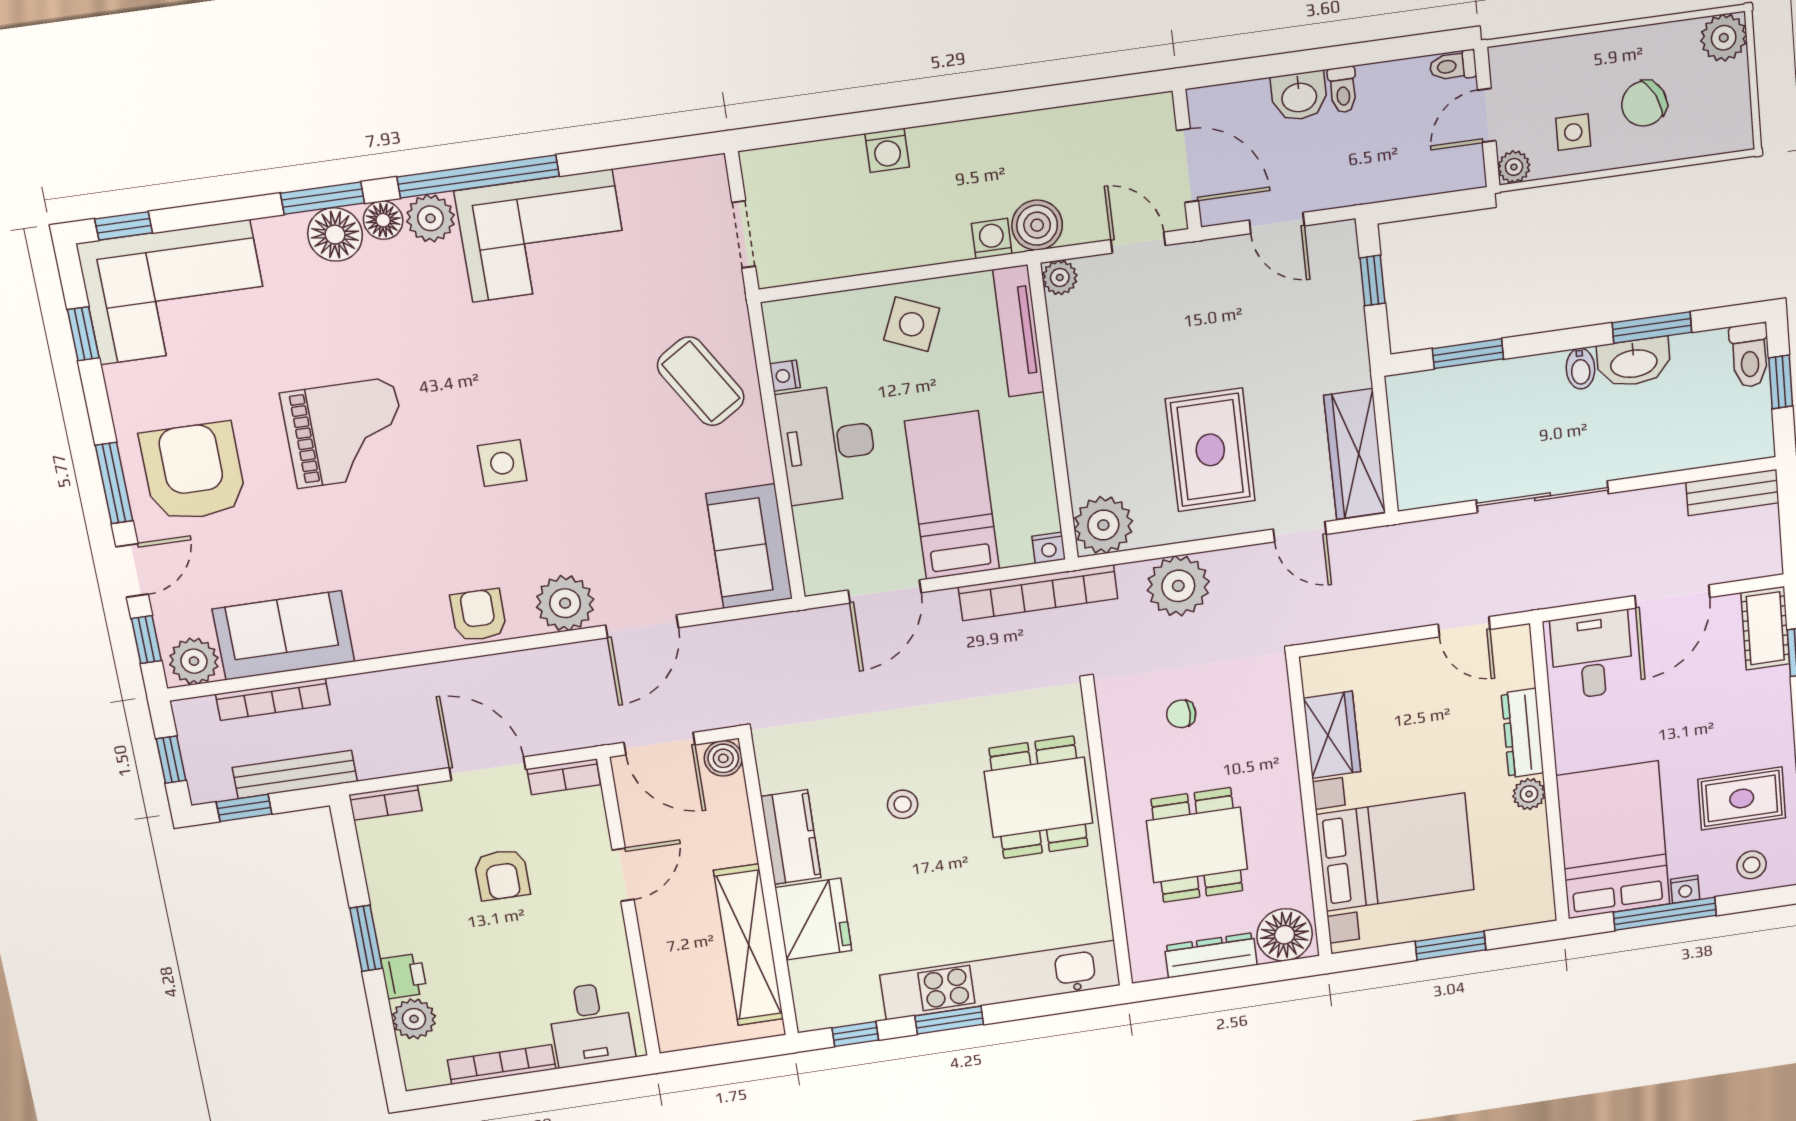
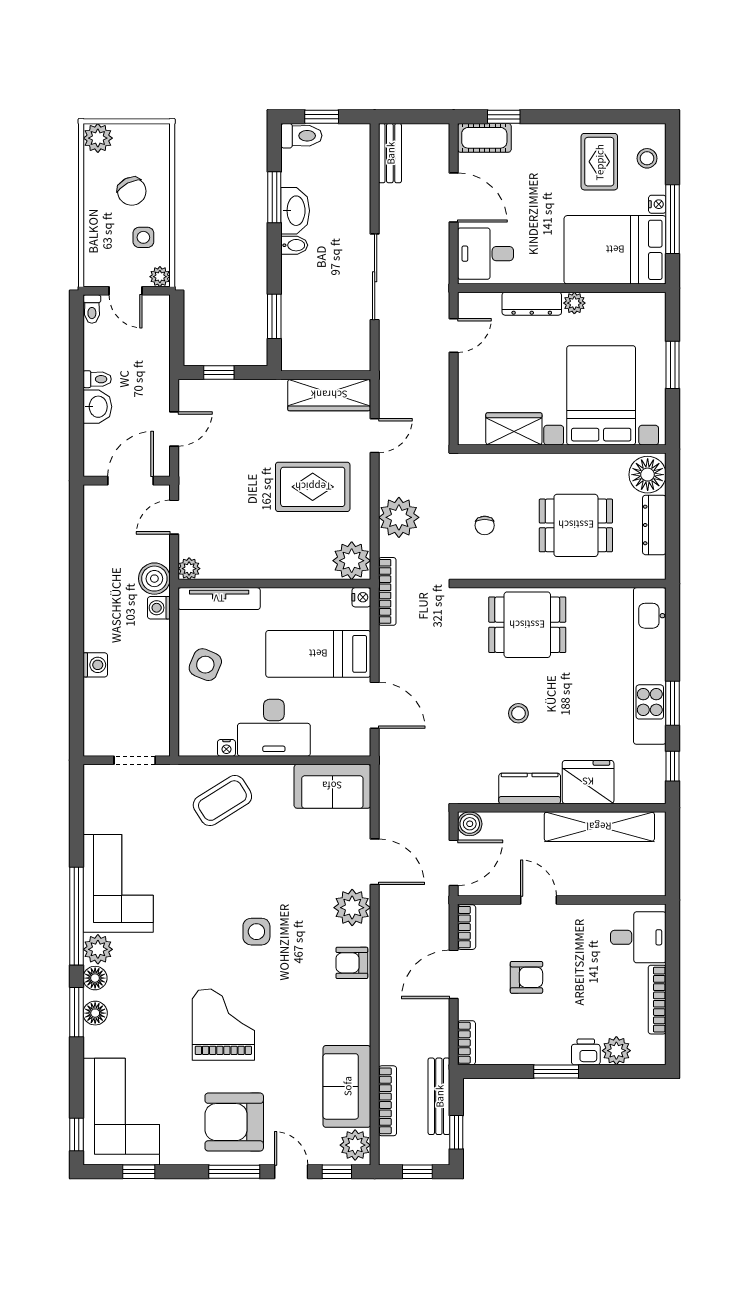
floor lamp: (335, 235) -> (95, 1013), width x0.73, depth x0.73
bookcase: (1038, 593) -> (387, 591), width x0.68, depth x0.76

